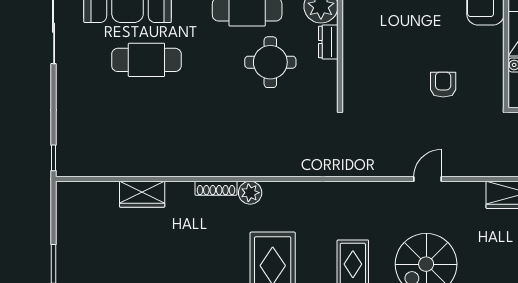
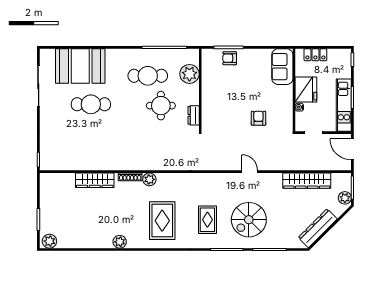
dresser: (328, 42) -> (194, 115), moved
door: (428, 179) -> (250, 172), hinge flipped
wardrobe: (142, 194) -> (95, 180), width x1.50

